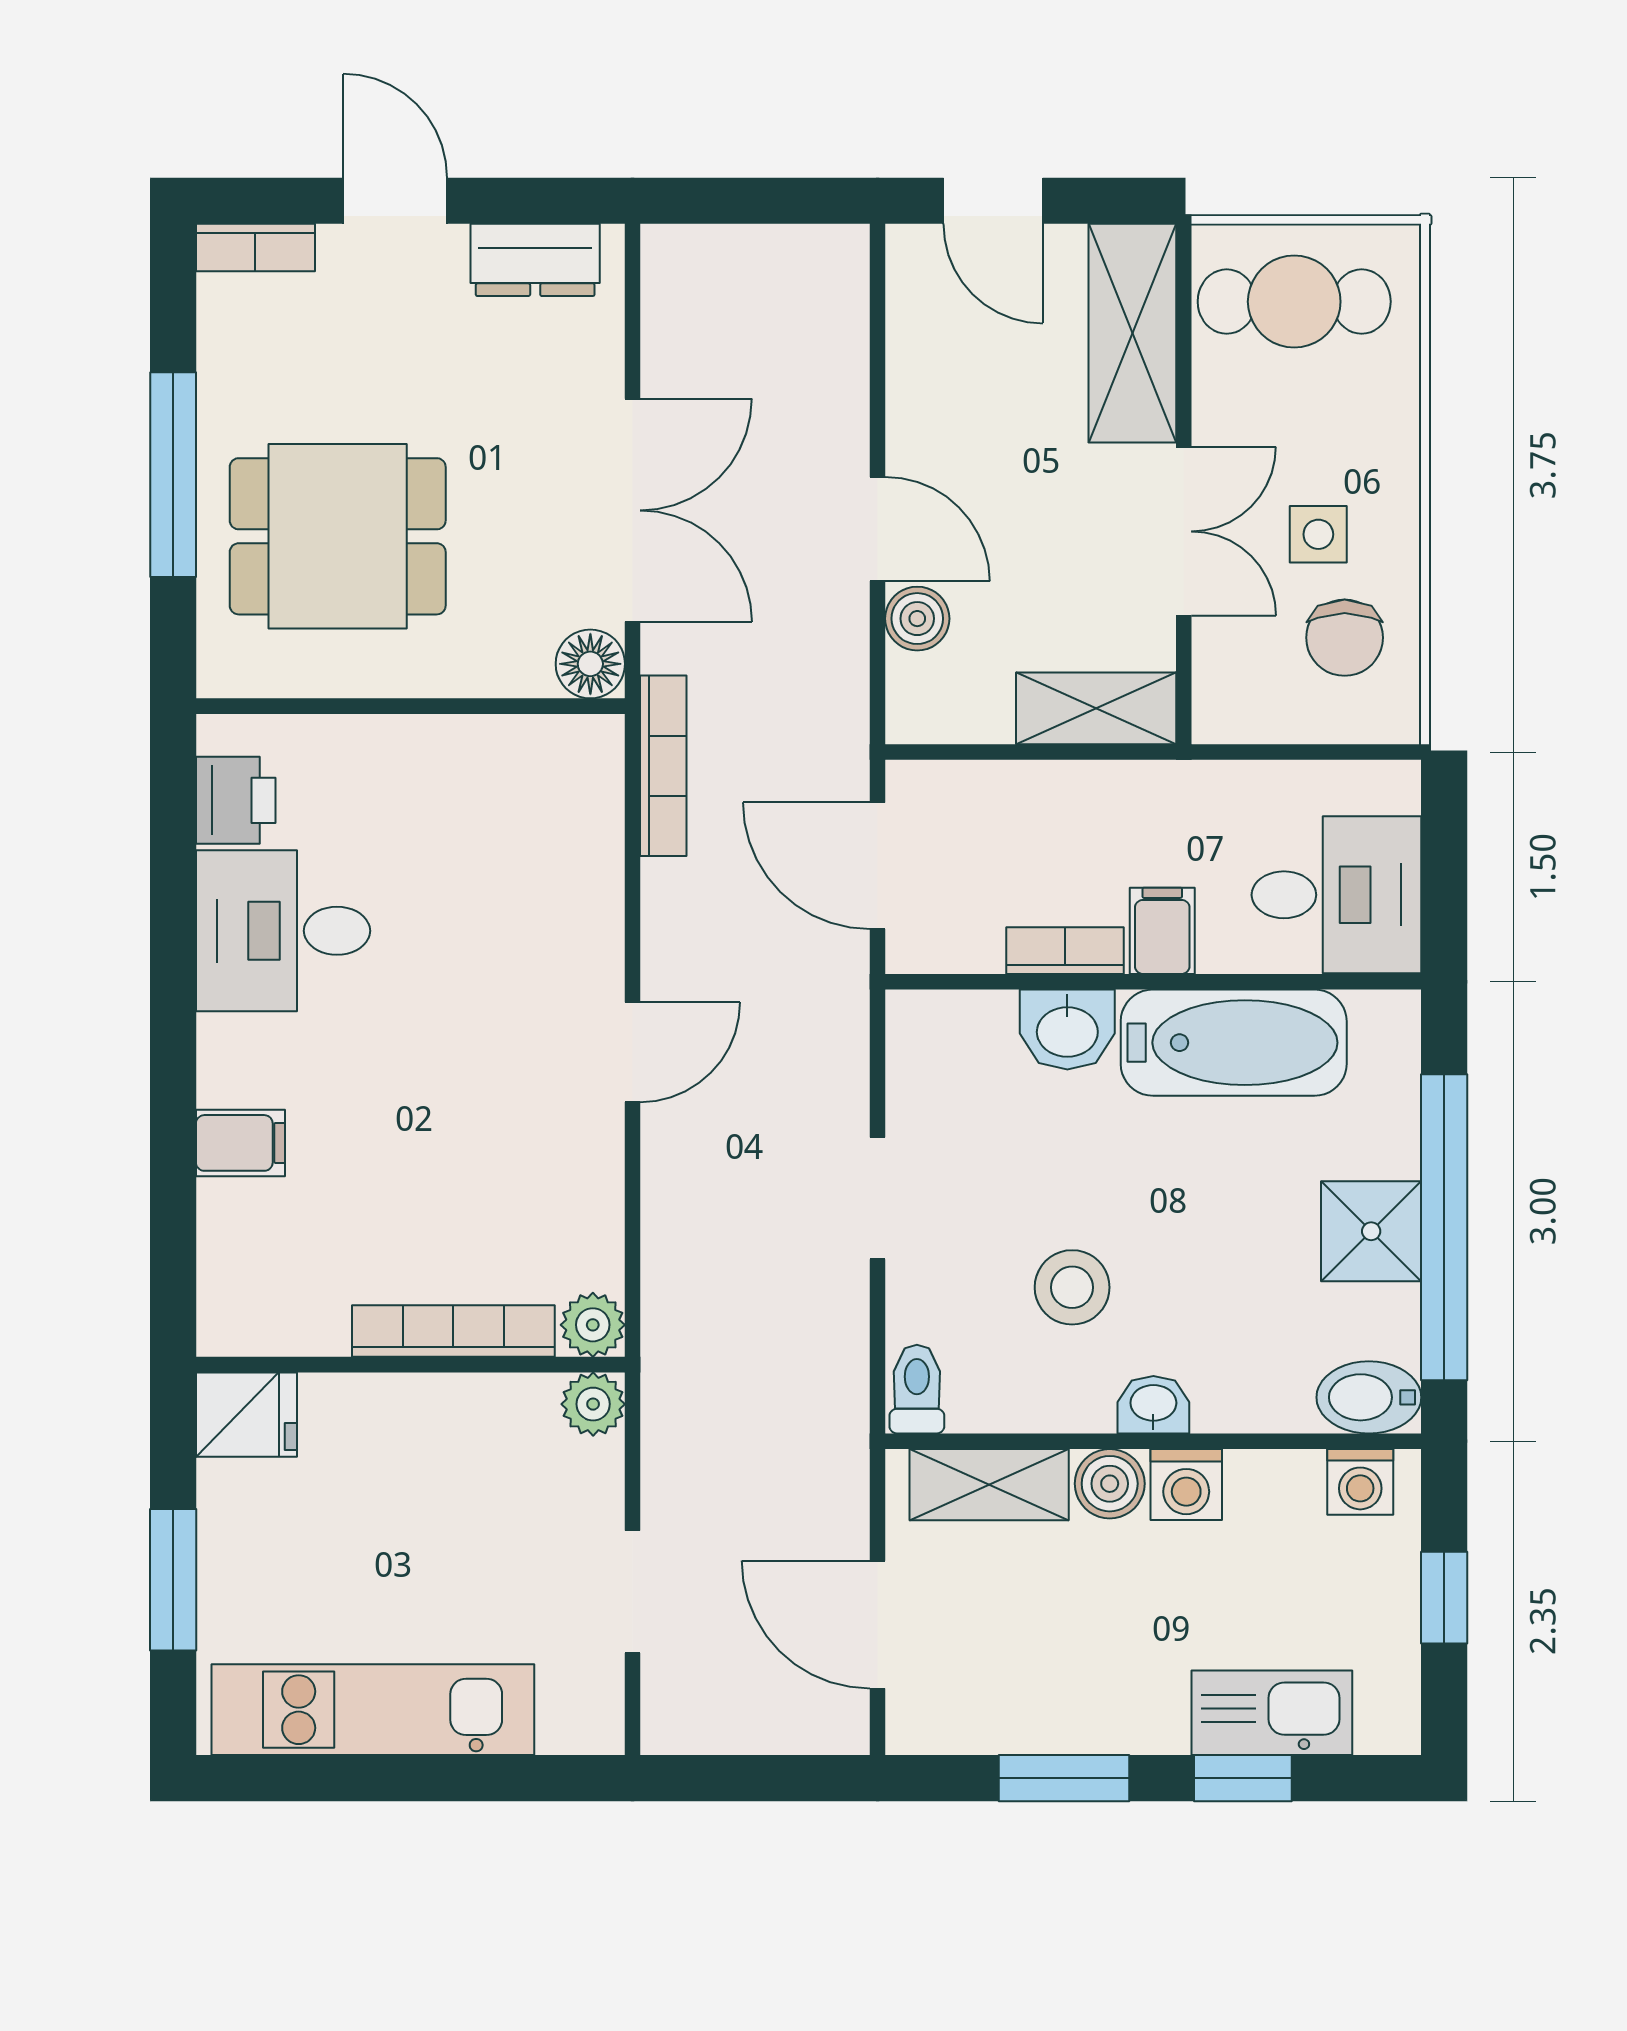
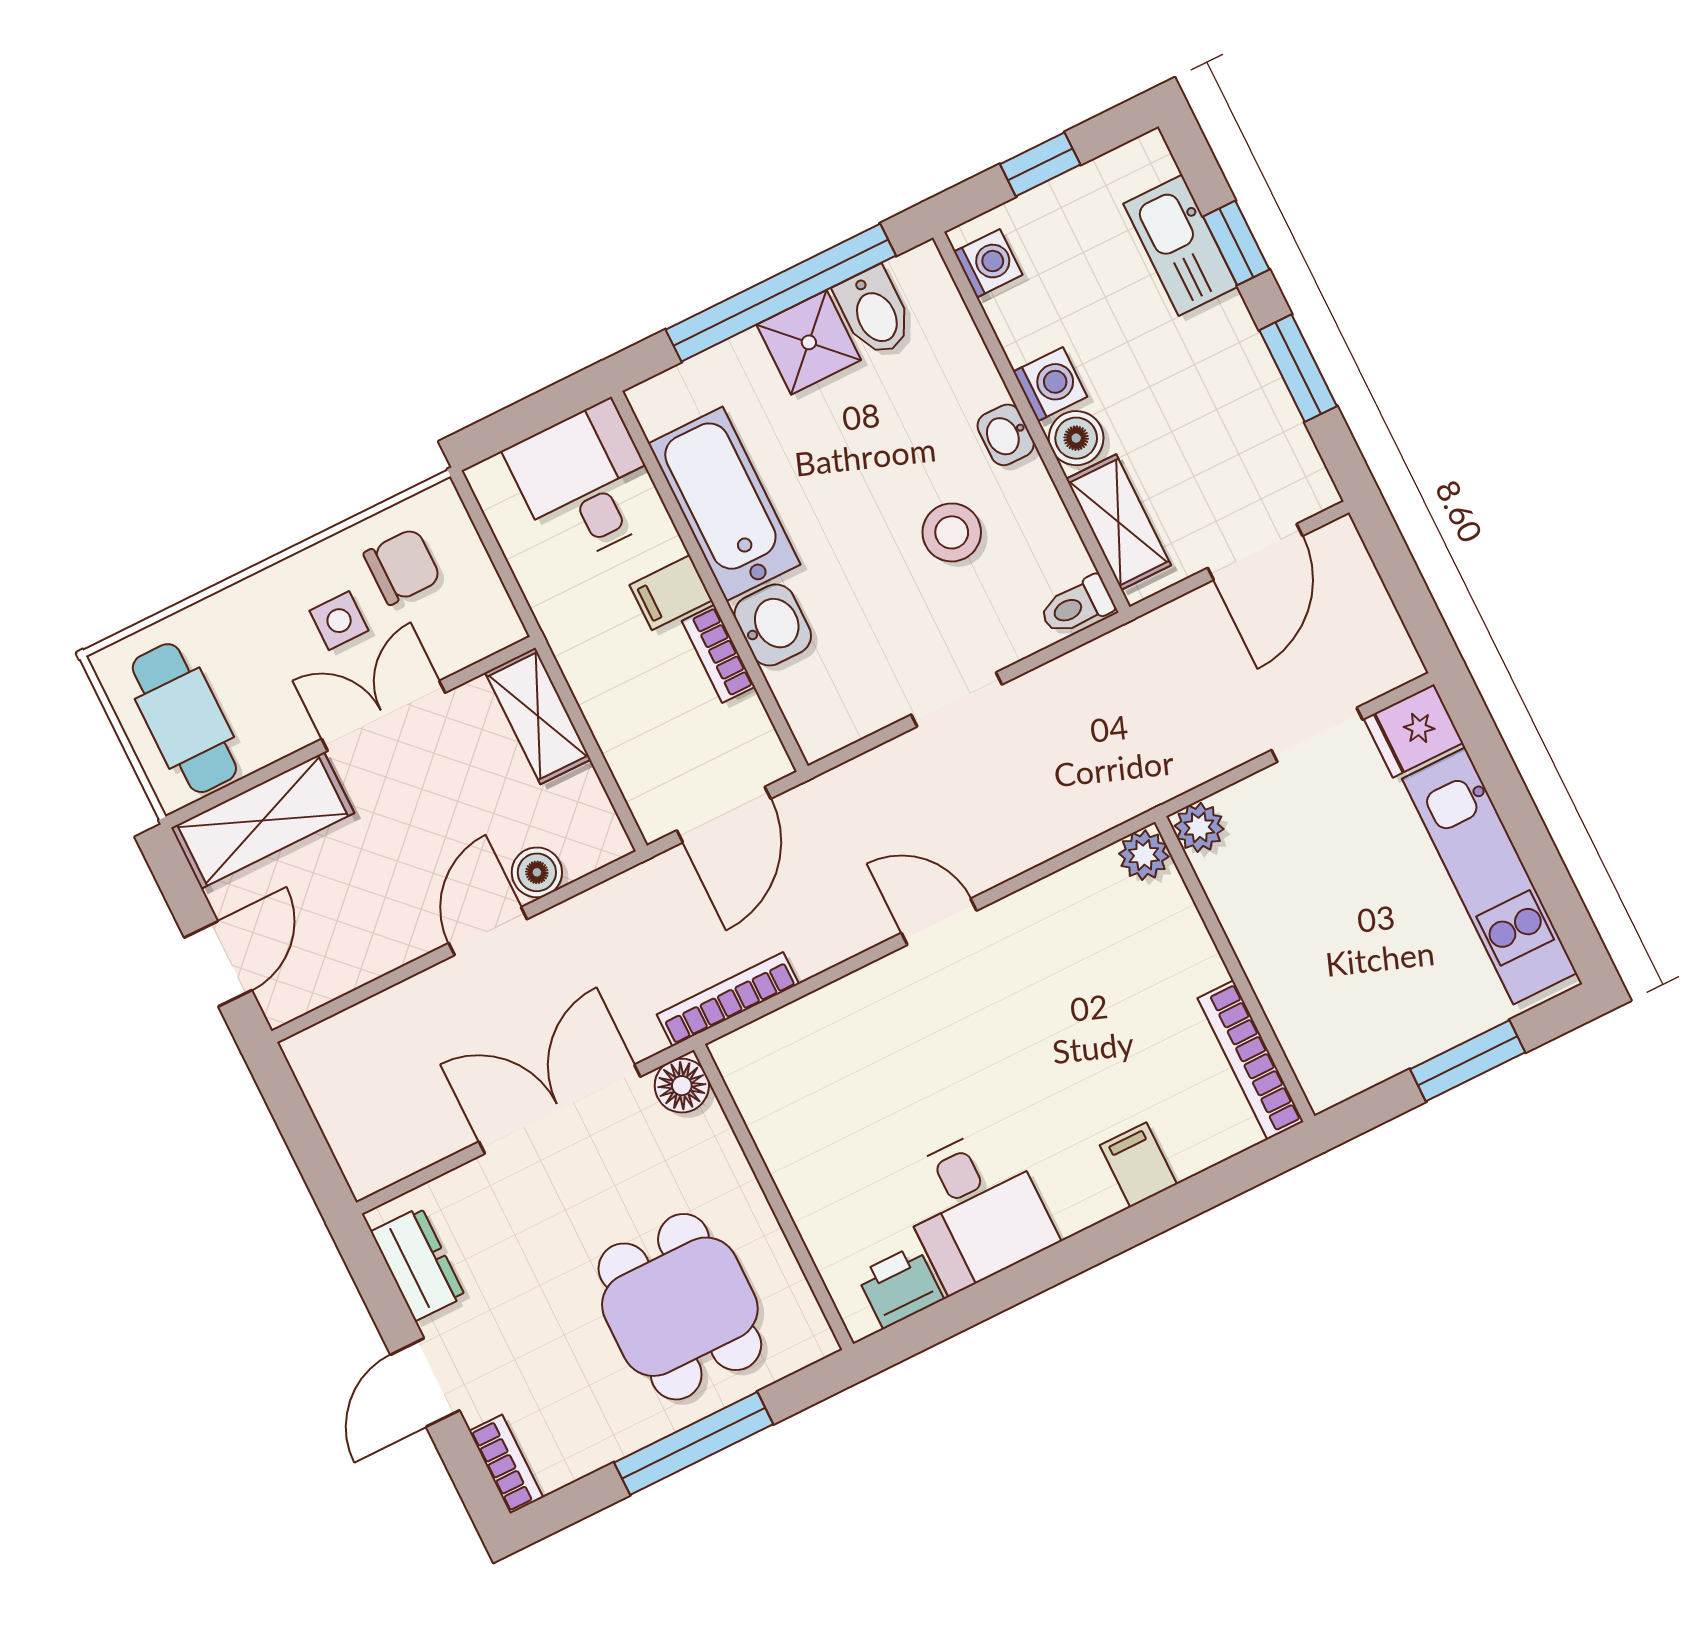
bookcase: (453, 1331) -> (1250, 1060), moved
bidet: (1369, 1397) -> (874, 312), moved
fridge: (246, 1415) -> (1413, 731), moved, turned -90

